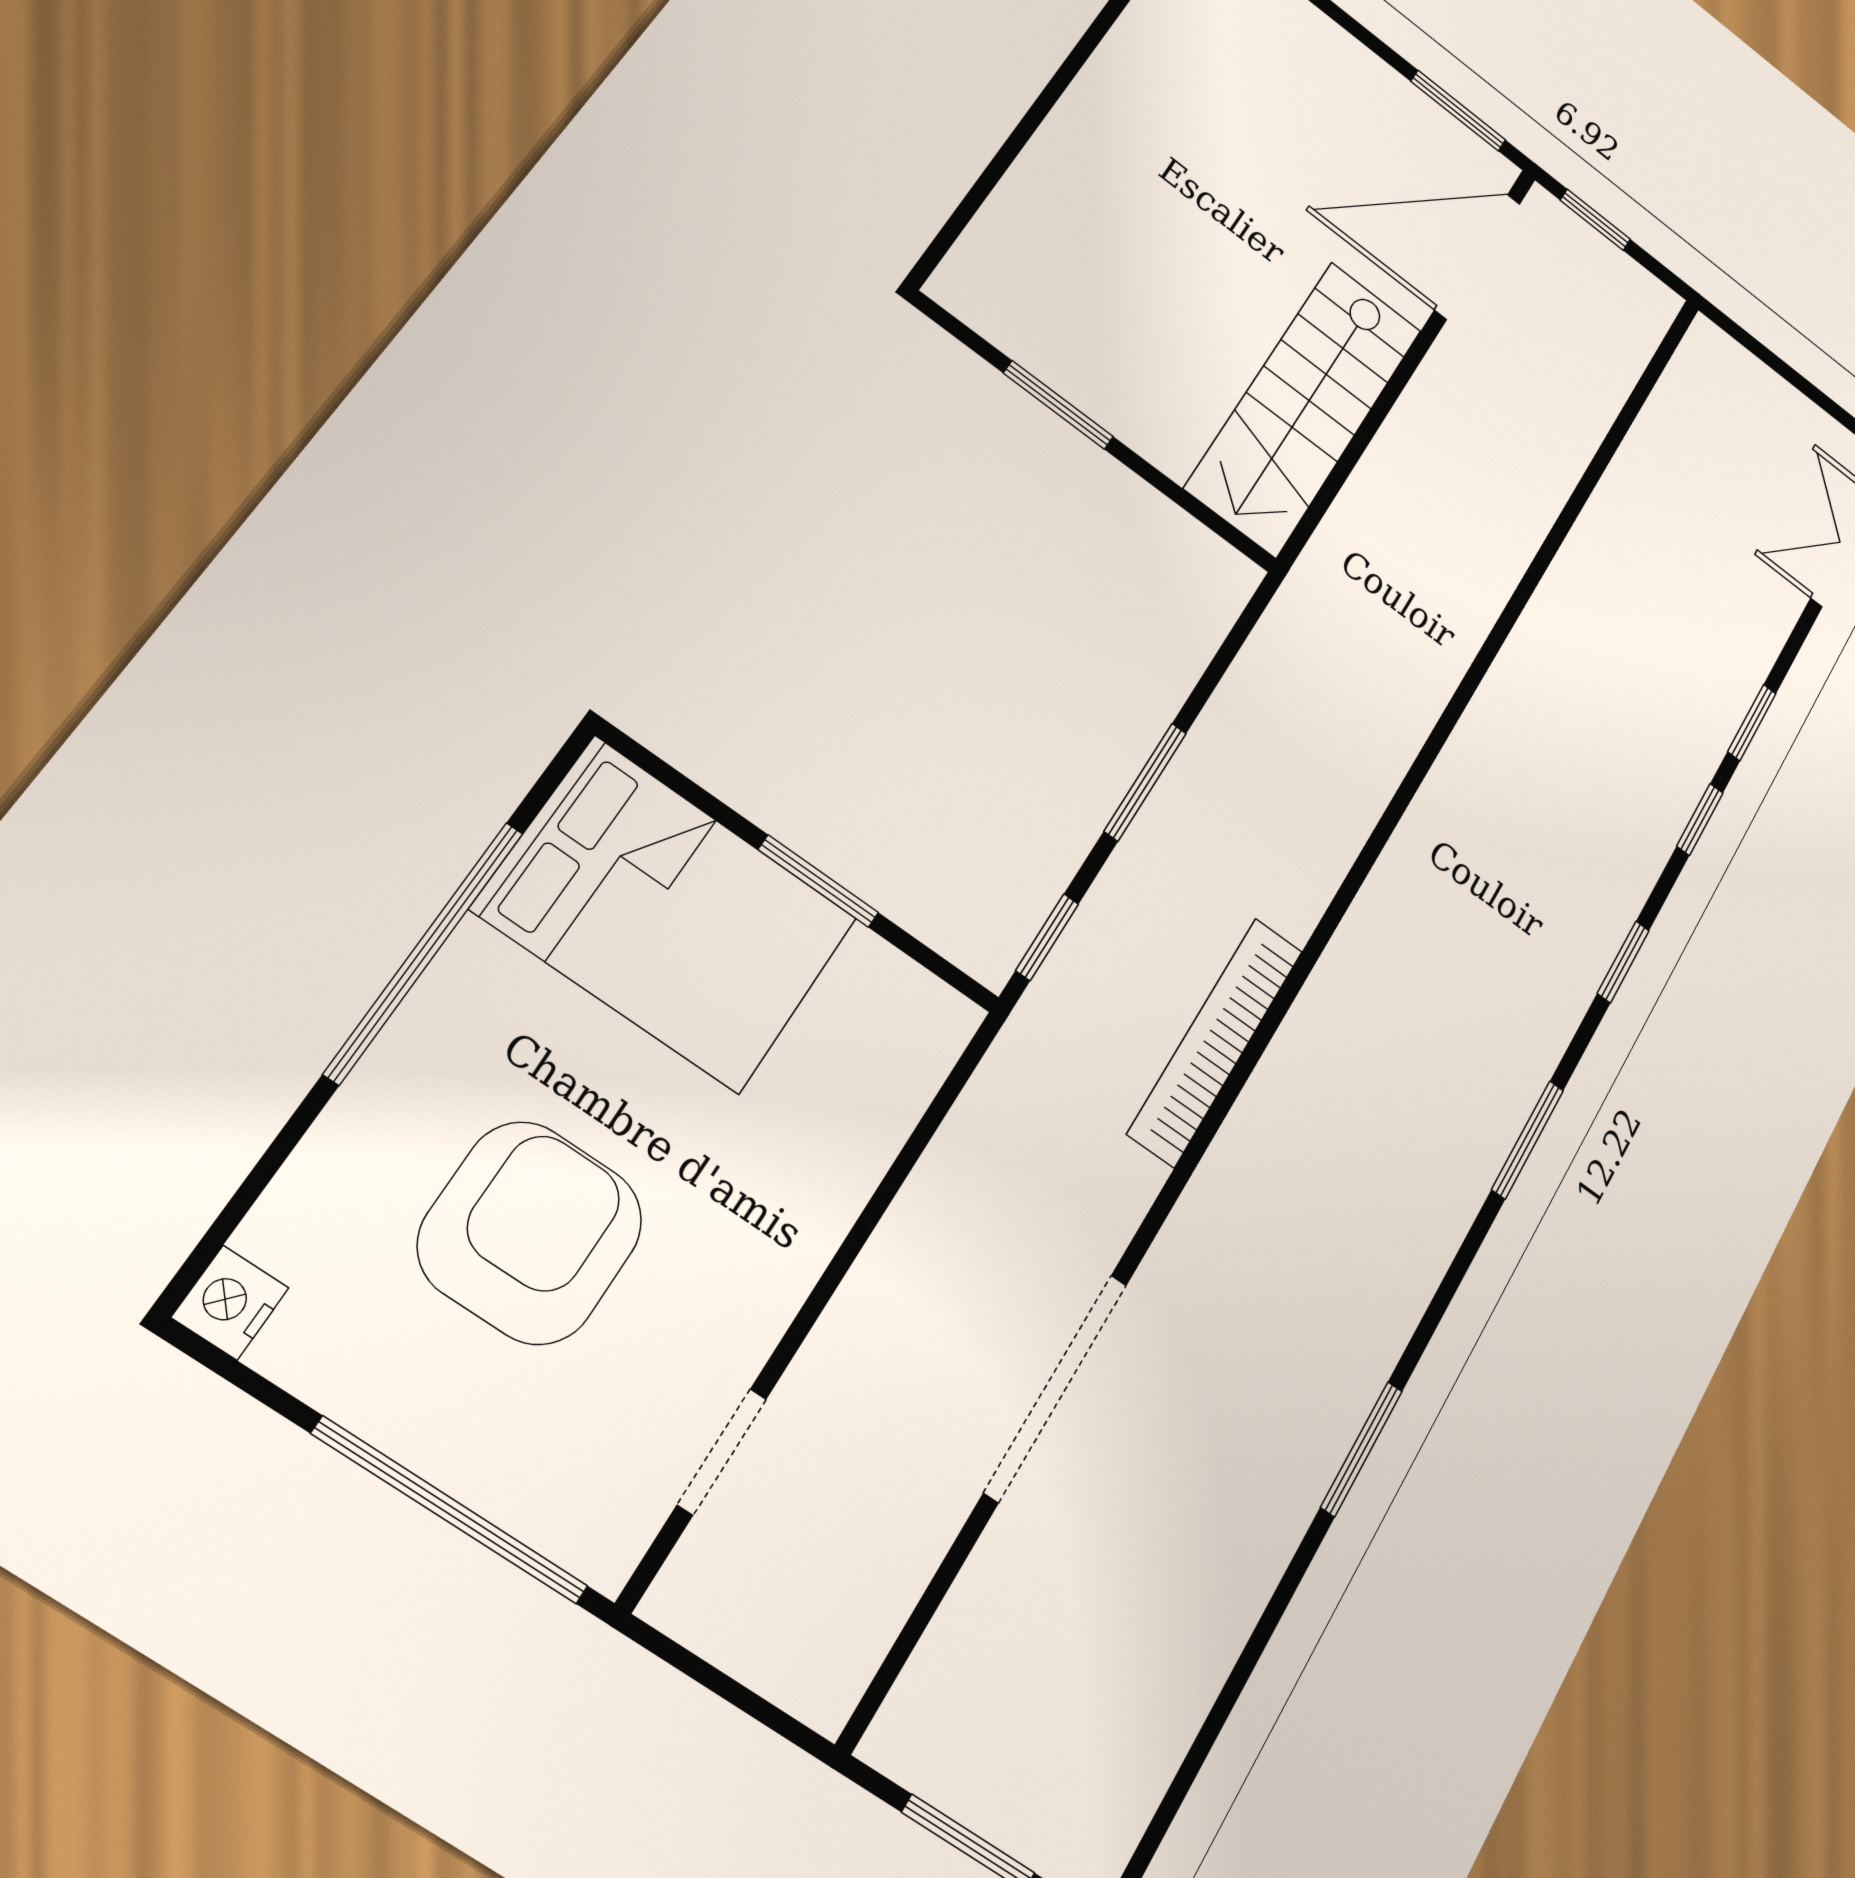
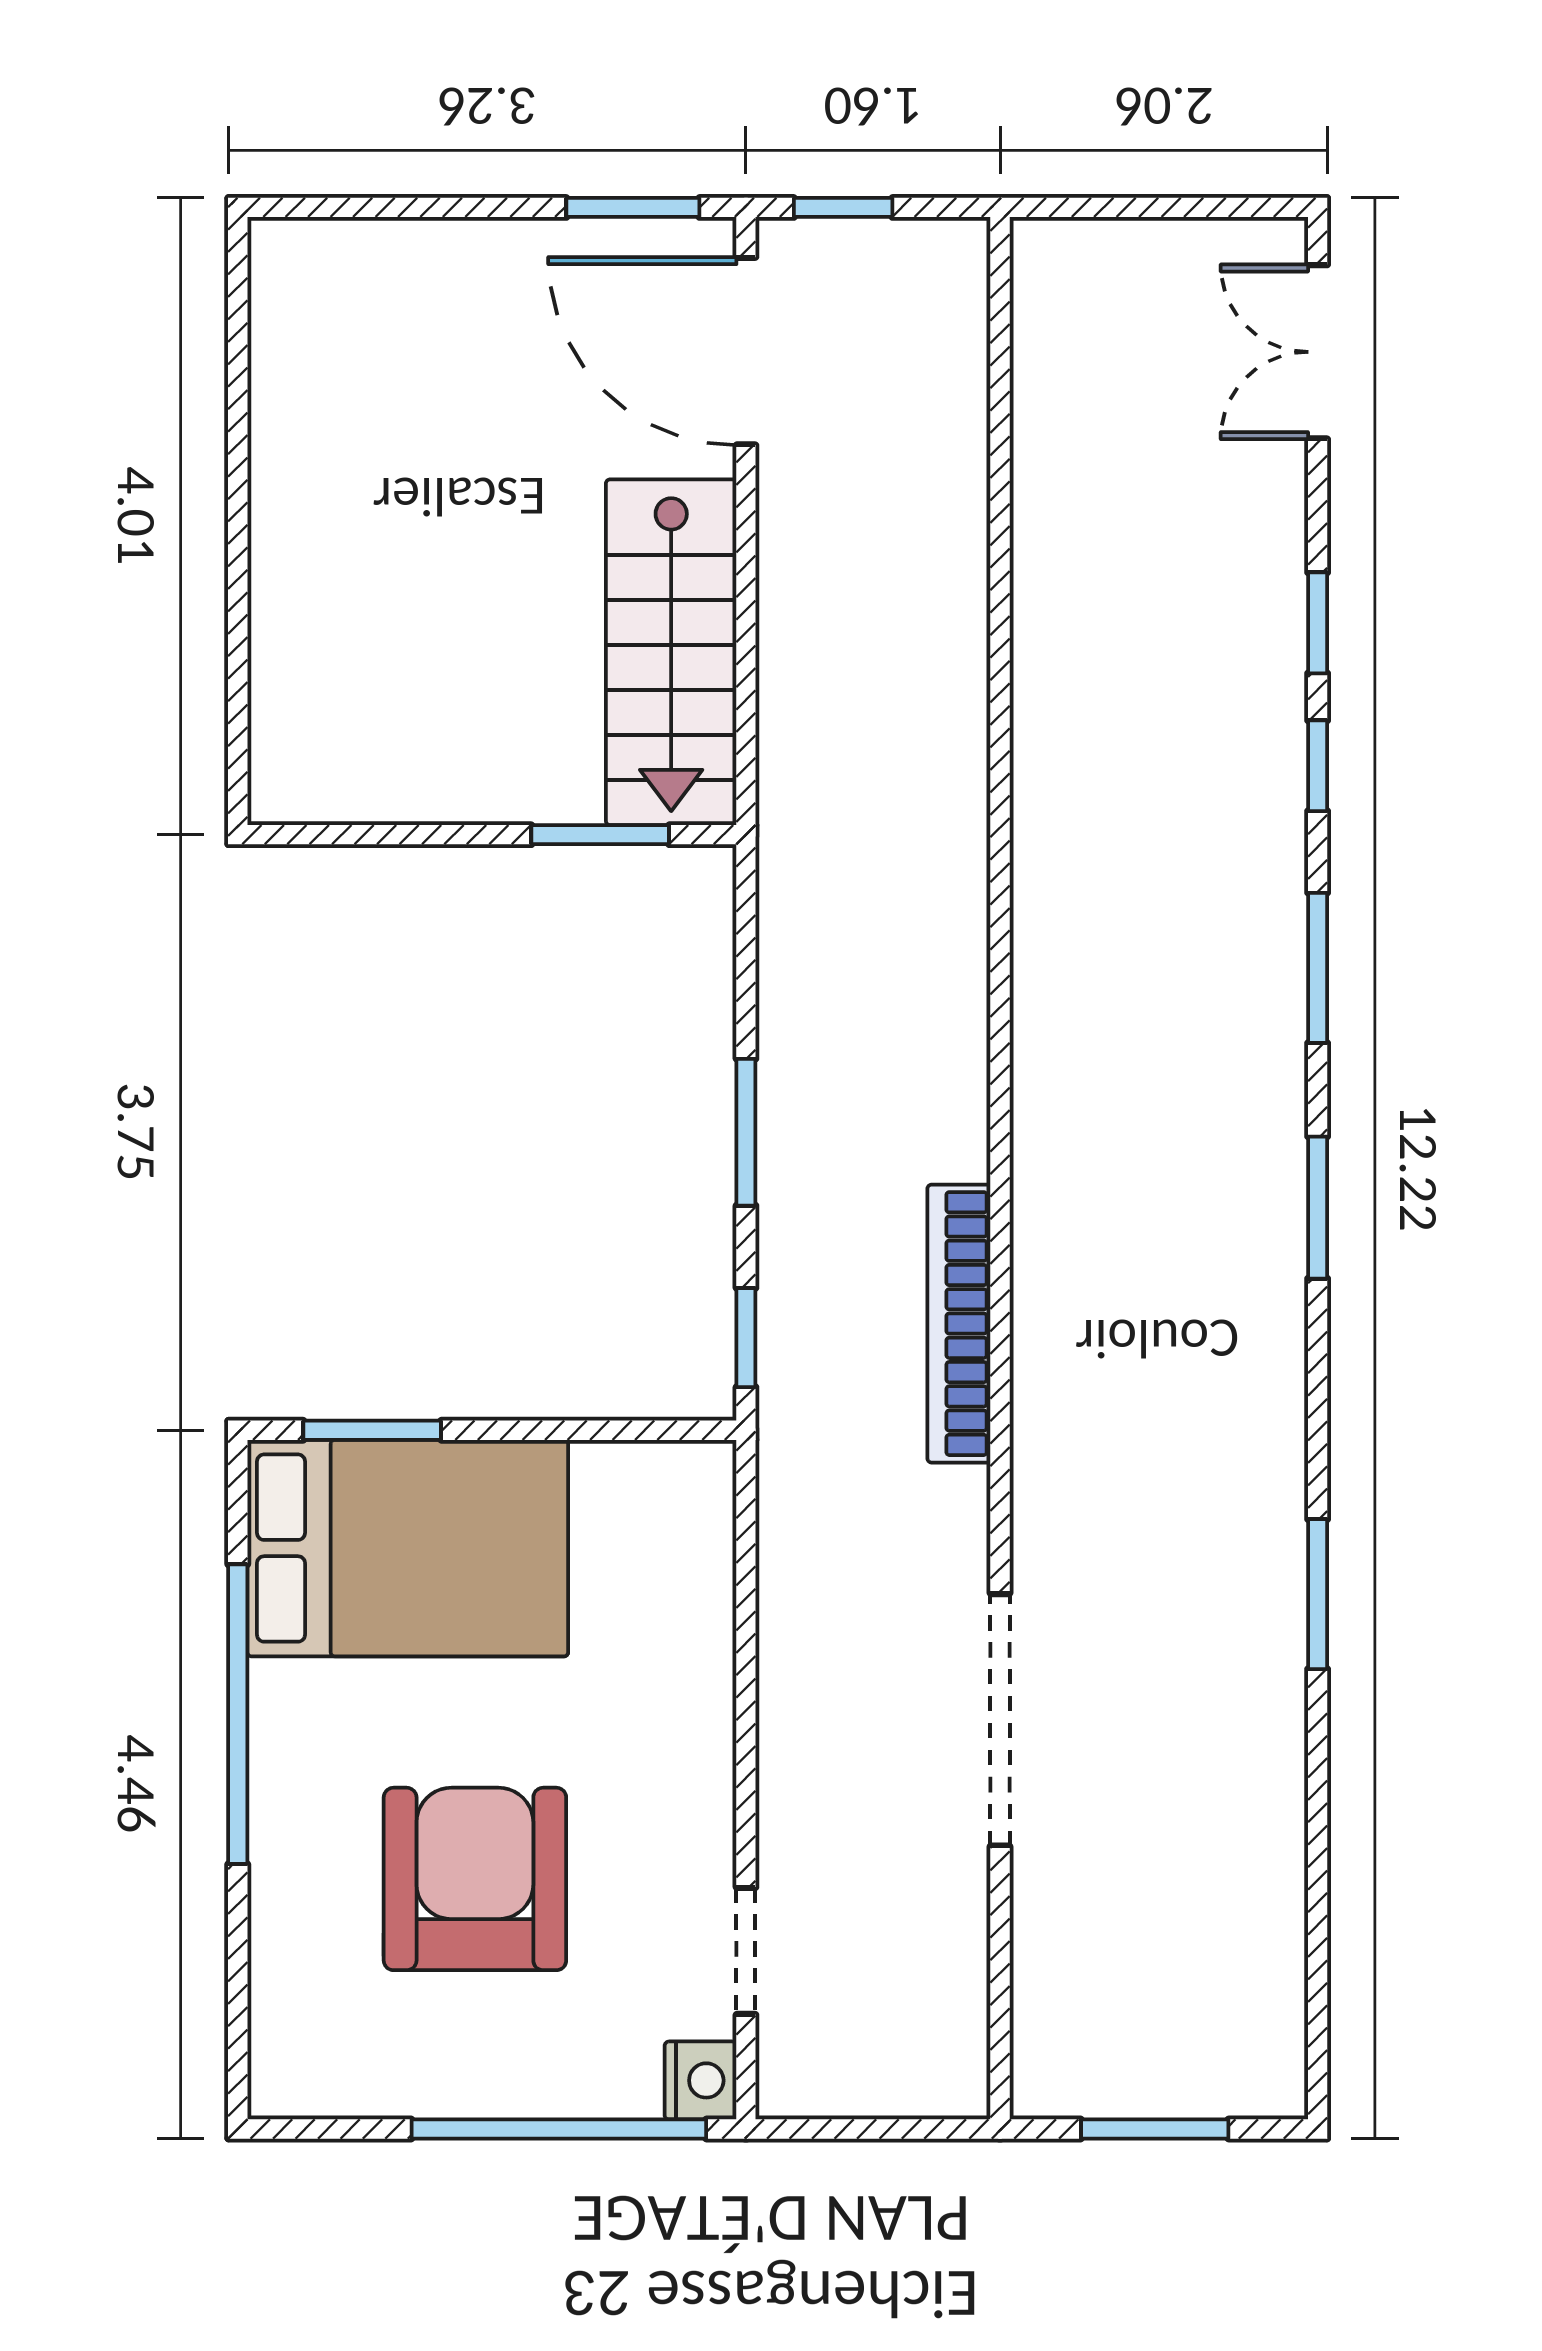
door: (1477, 257) -> (746, 351), hinge flipped
window: (1058, 405) -> (600, 835), moved
window: (818, 881) -> (372, 1430), moved
window: (1623, 962) -> (1318, 968), width x1.50
nightstand: (230, 1303) -> (701, 2080), moved, turned 180

